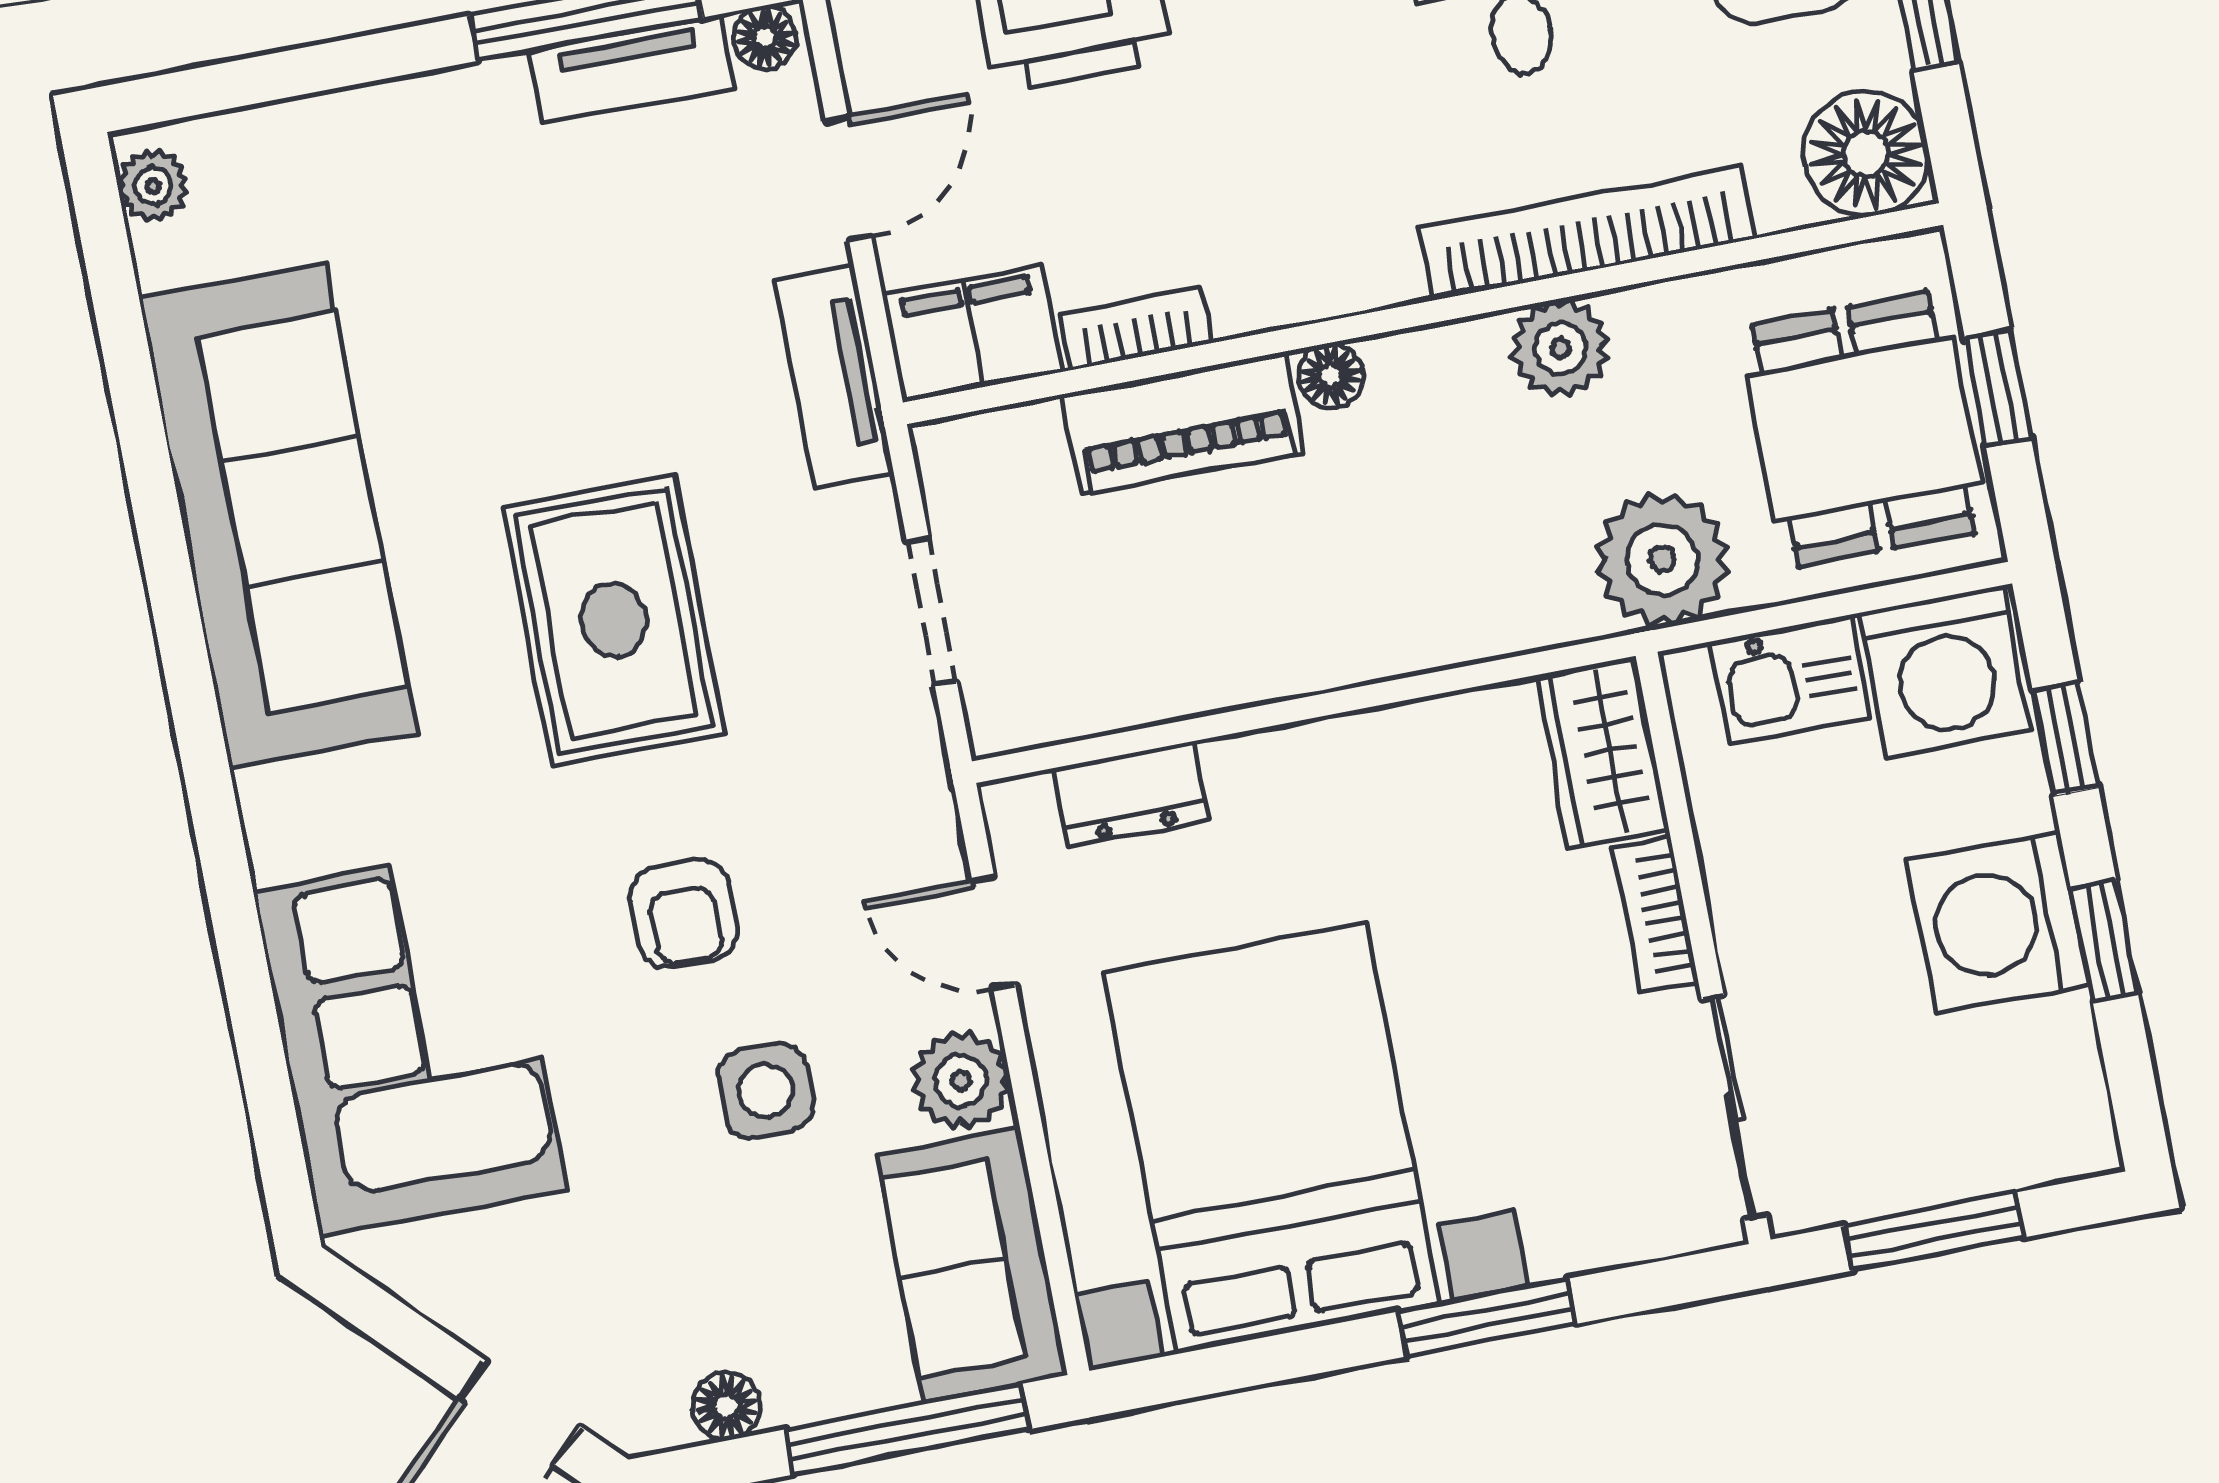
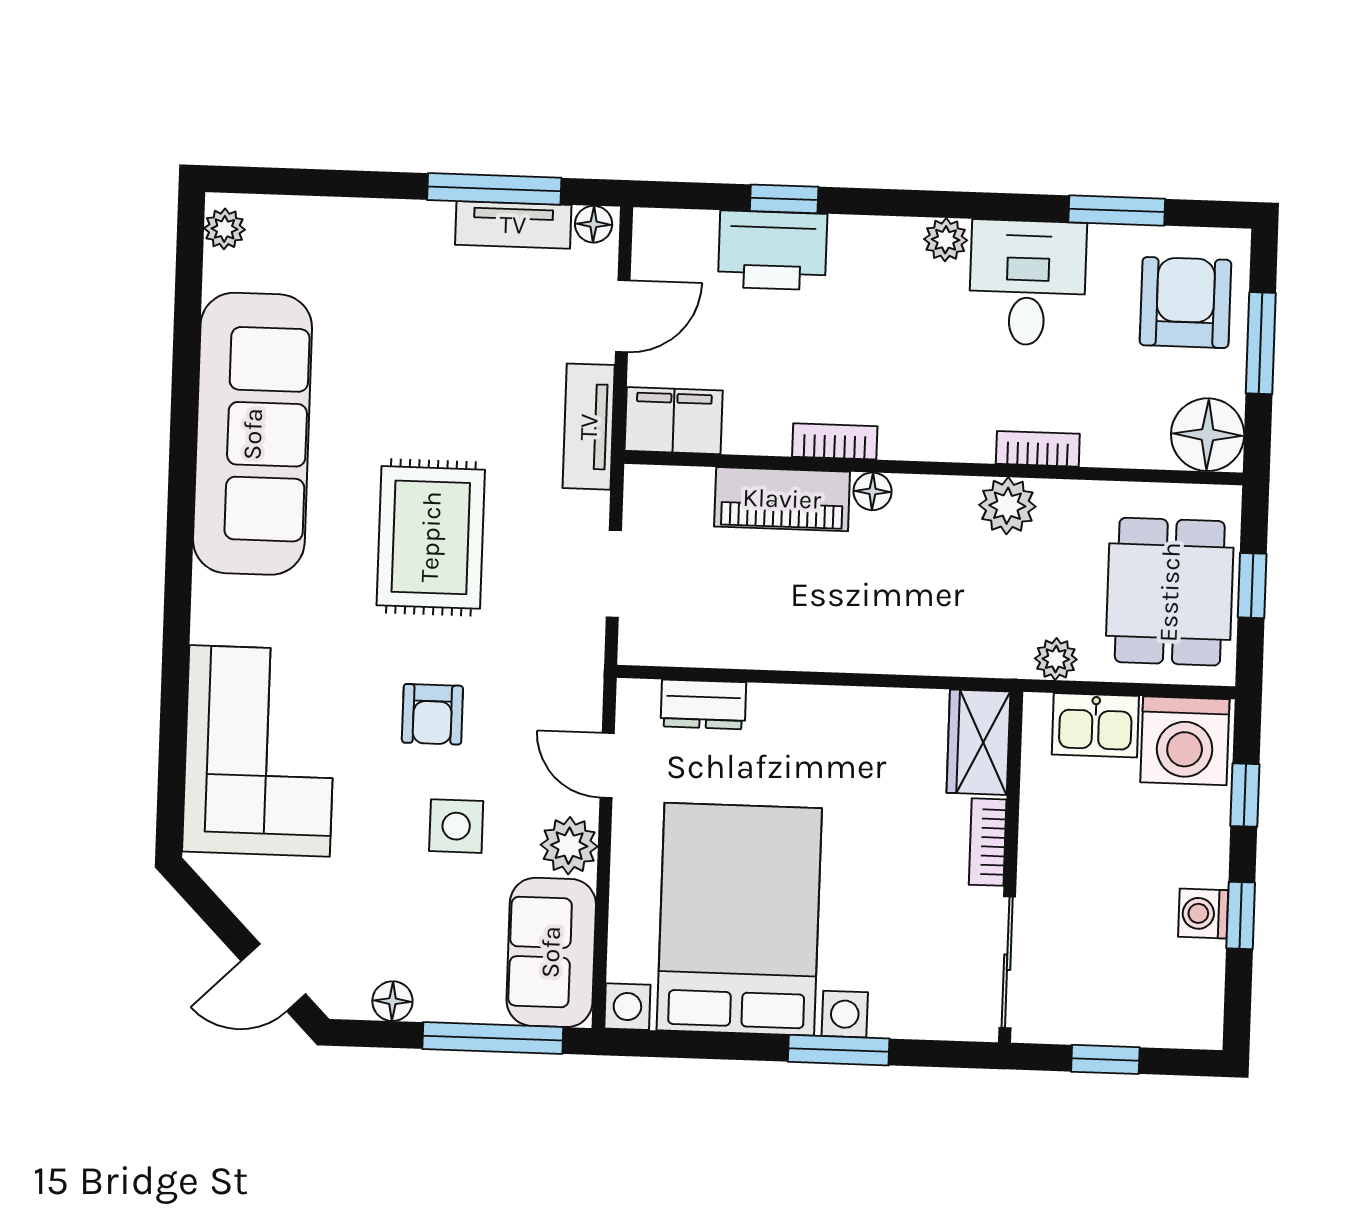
bookcase: (1587, 233) -> (1038, 449), width x0.43, depth x0.76
bookcase: (1136, 329) -> (835, 441), moved
plant: (1662, 559) -> (1056, 659), width x0.53, depth x0.53
washing machine: (1998, 923) -> (1203, 914), width x0.53, depth x0.53
window: (1934, 1232) -> (1105, 1059), width x0.67

